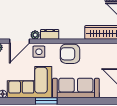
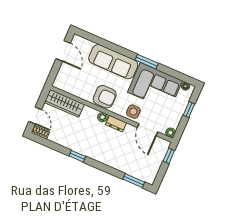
plant: (35, 35) -> (102, 117), moved
door: (19, 41) -> (148, 130), swing flipped

